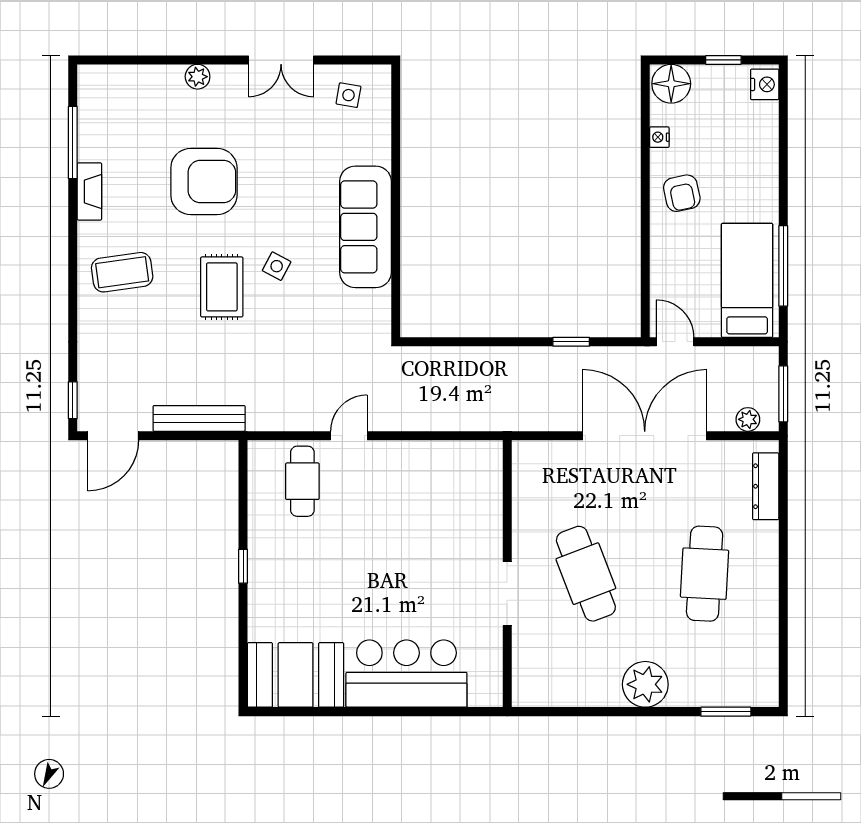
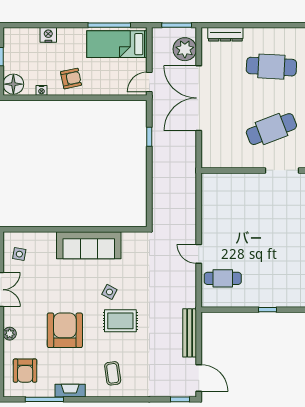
nightstand: (765, 84) -> (48, 35), moved
armchair: (127, 106) -> (25, 371), added
coffee table: (122, 272) -> (113, 373), width x0.73, depth x0.77
plant: (748, 419) -> (185, 49), width x1.88, depth x1.88

